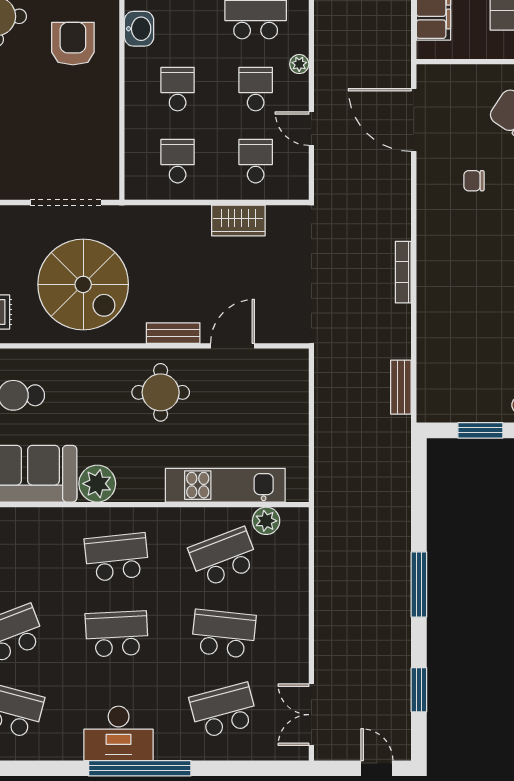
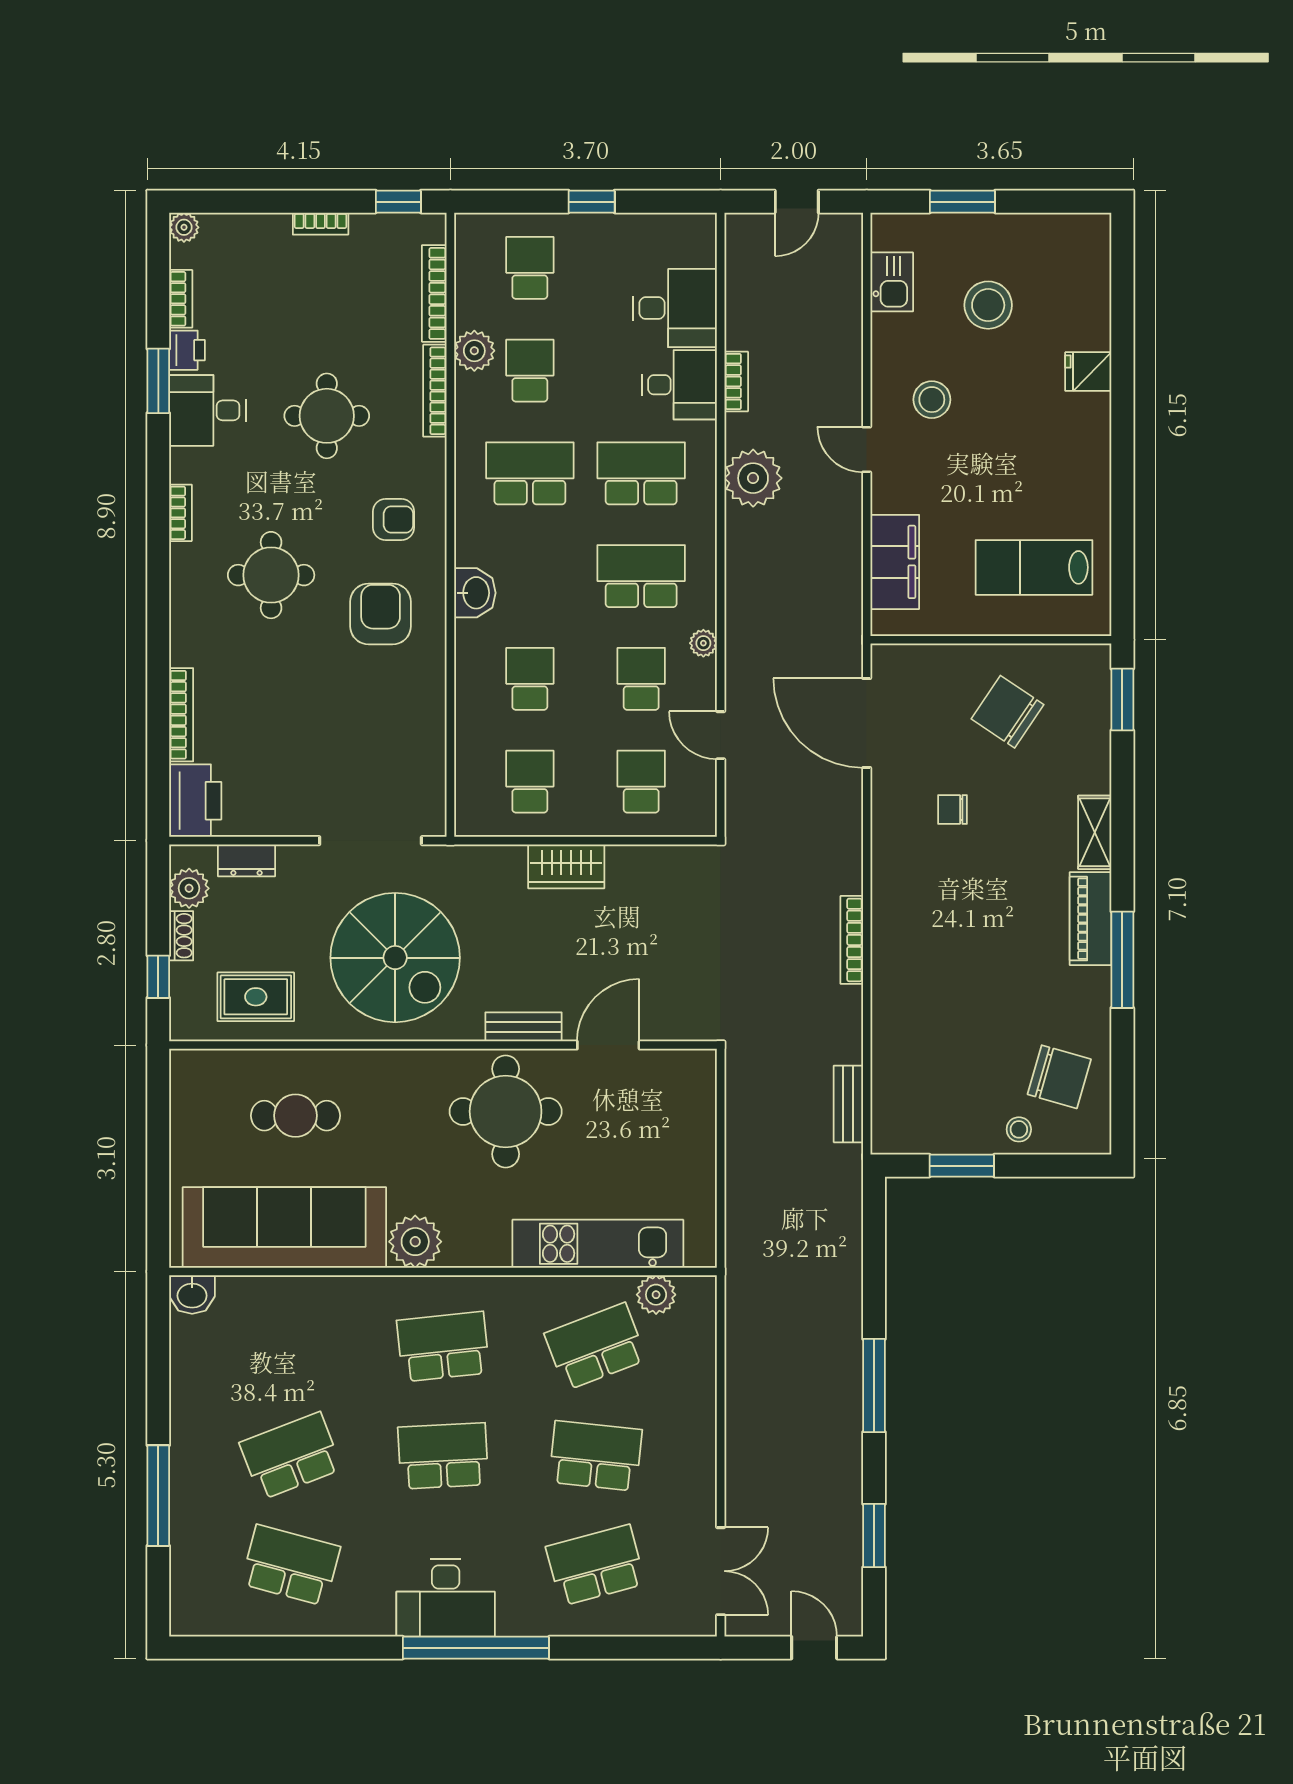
wardrobe: (238, 221) -> (566, 866), moved
round table: (161, 392) -> (506, 1111), width x1.36, depth x1.36
double door: (311, 715) -> (721, 1571), swing flipped

